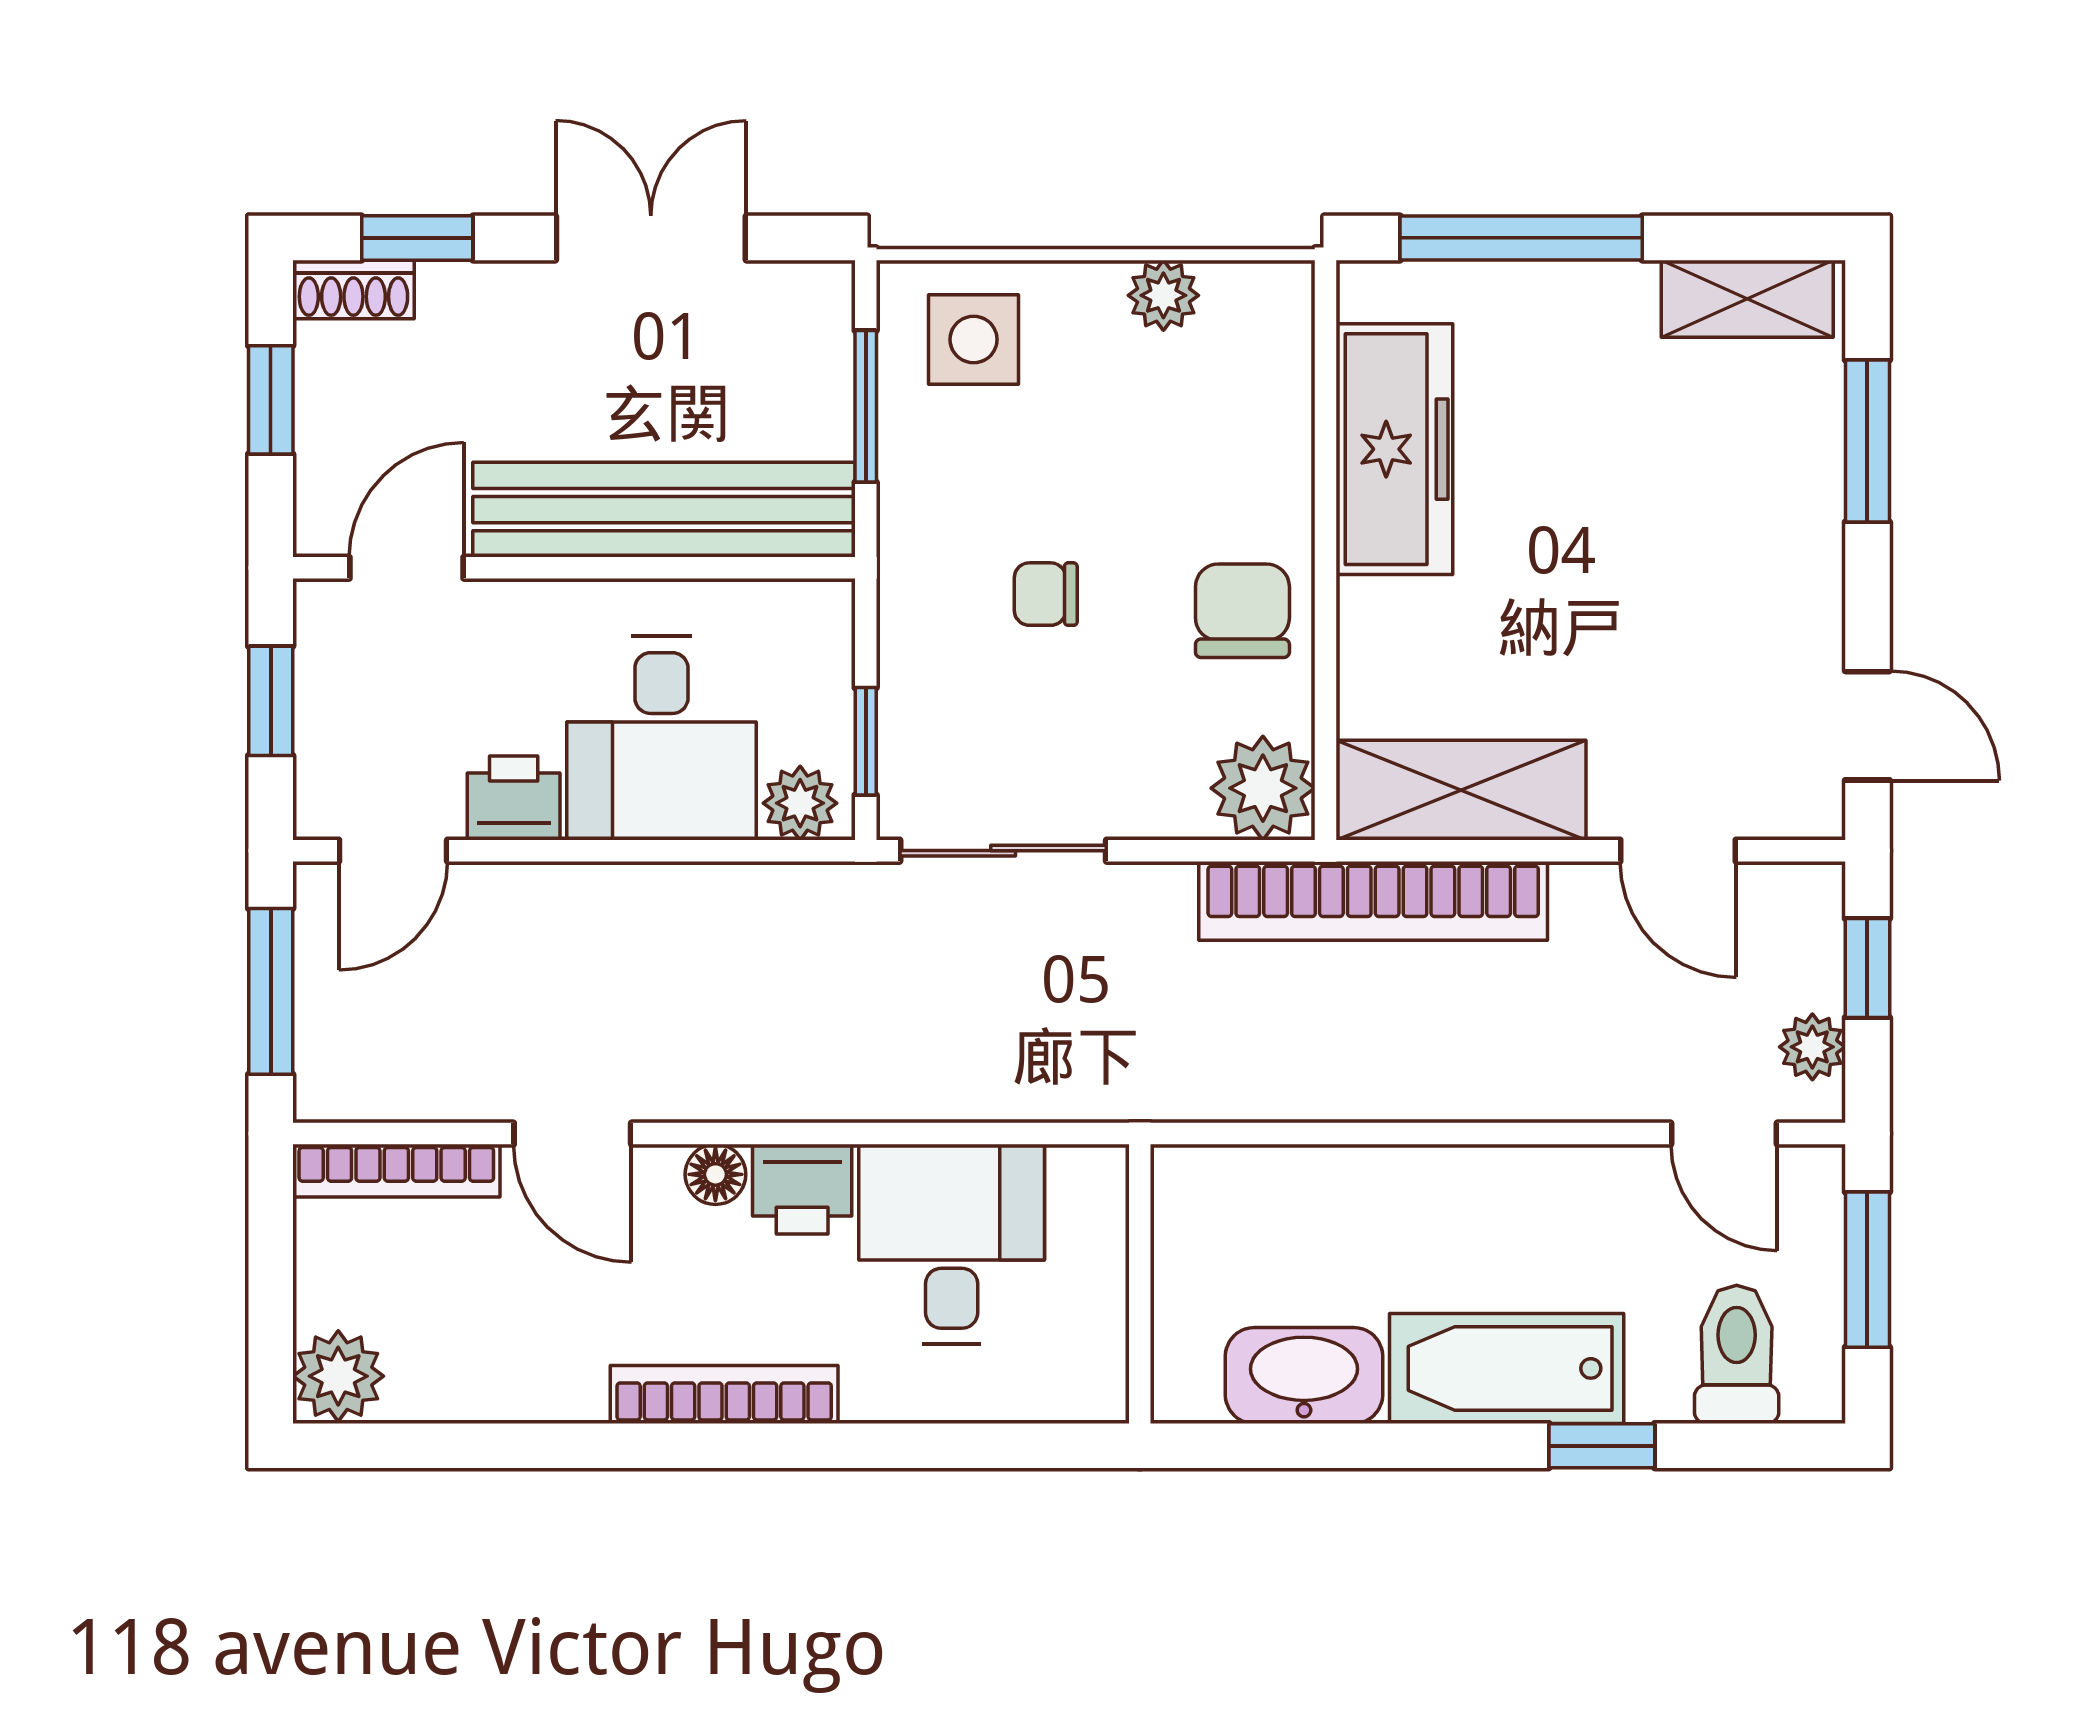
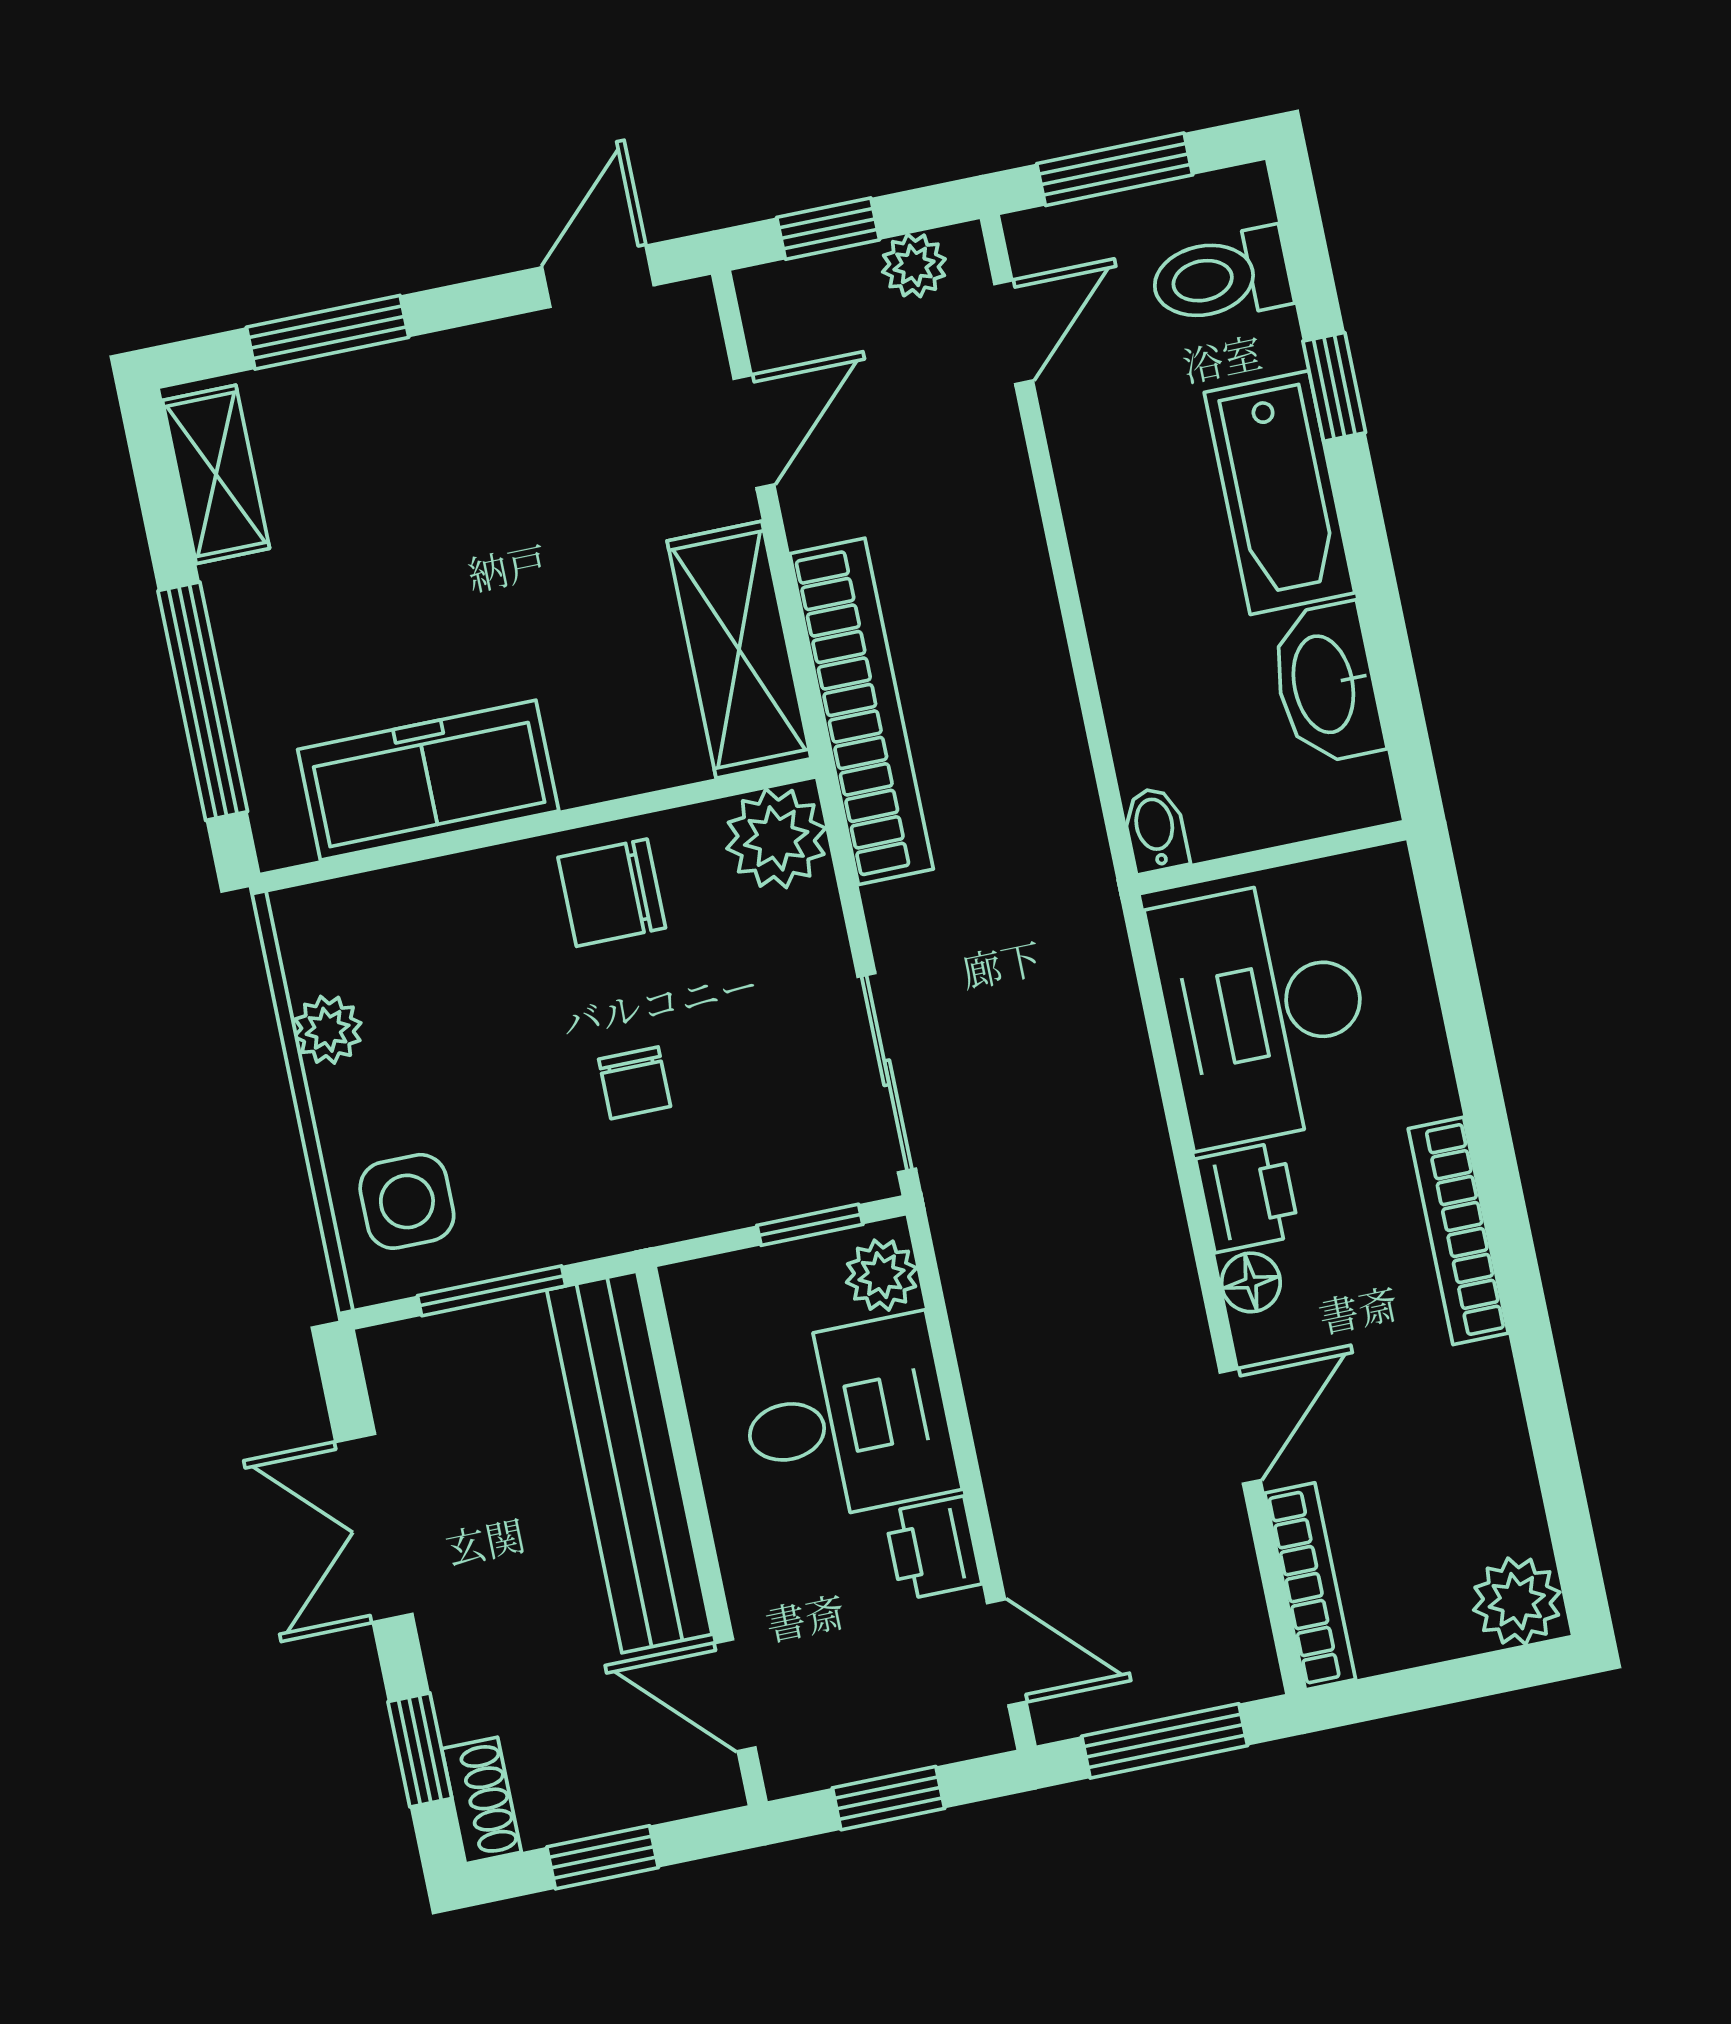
bidet: (1192, 1173) -> (1155, 830), added
desk: (952, 1244) -> (1264, 1012), width x1.37

